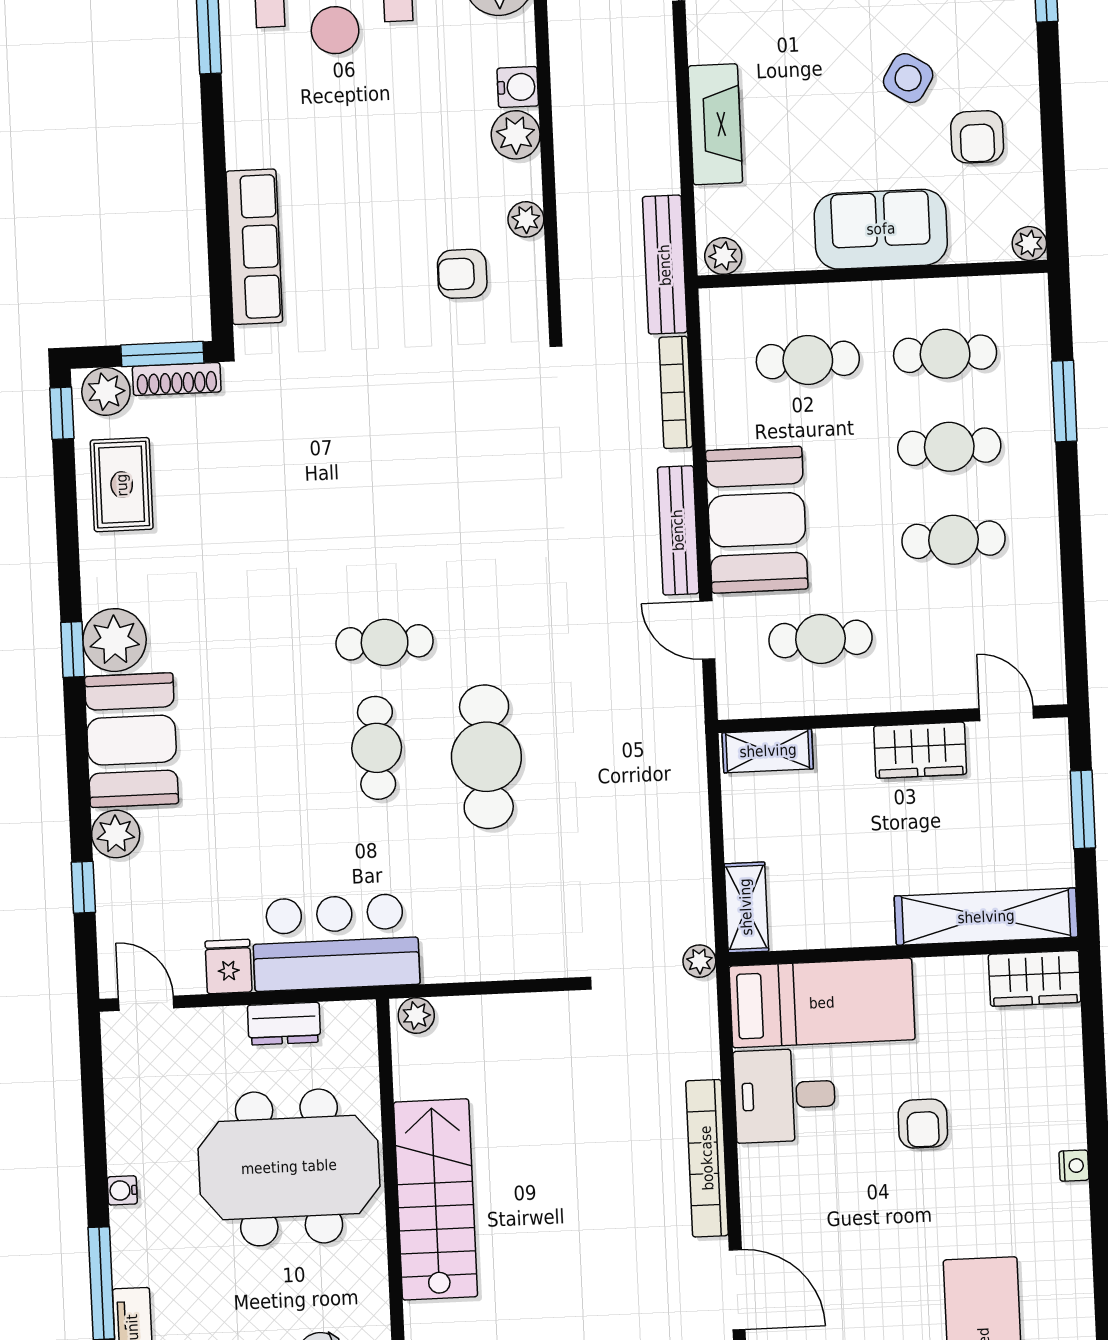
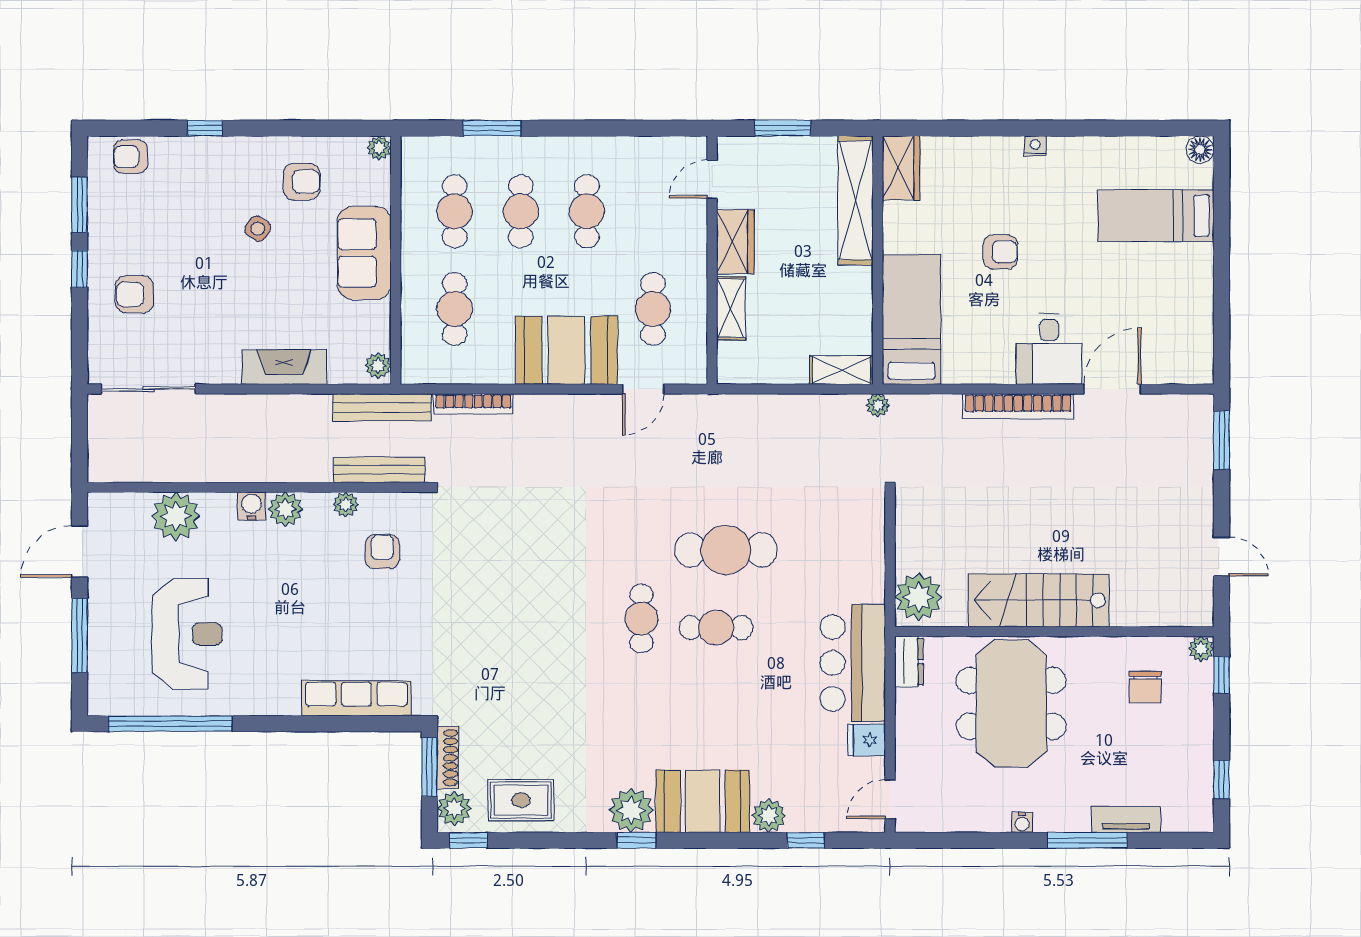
side table: (908, 78) -> (258, 229), width x0.73, depth x0.73
armchair: (462, 274) -> (382, 552), turned 180
bench: (678, 530) -> (379, 470), moved
shelving: (768, 751) -> (731, 308), moved
plant: (416, 1015) -> (919, 597), width x1.88, depth x1.88
dresser: (284, 1024) -> (909, 662), moved
desk: (785, 1095) -> (1049, 349), moved

